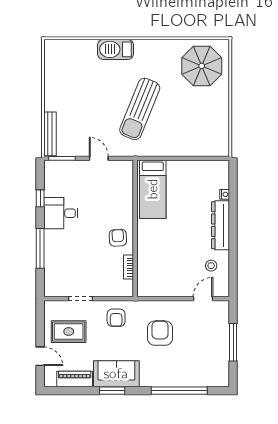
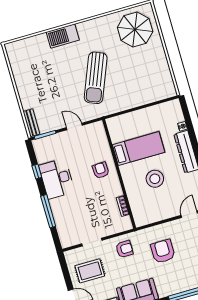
bench: (50, 134) -> (31, 123), width x0.73
bed: (153, 189) -> (139, 149), moved, turned -90
desk: (61, 213) -> (57, 179), width x1.37
armchair: (118, 238) -> (101, 170), moved
stool: (211, 266) -> (155, 179), moved, width x1.89, depth x1.89
armchair: (116, 318) -> (124, 249), turned -90

